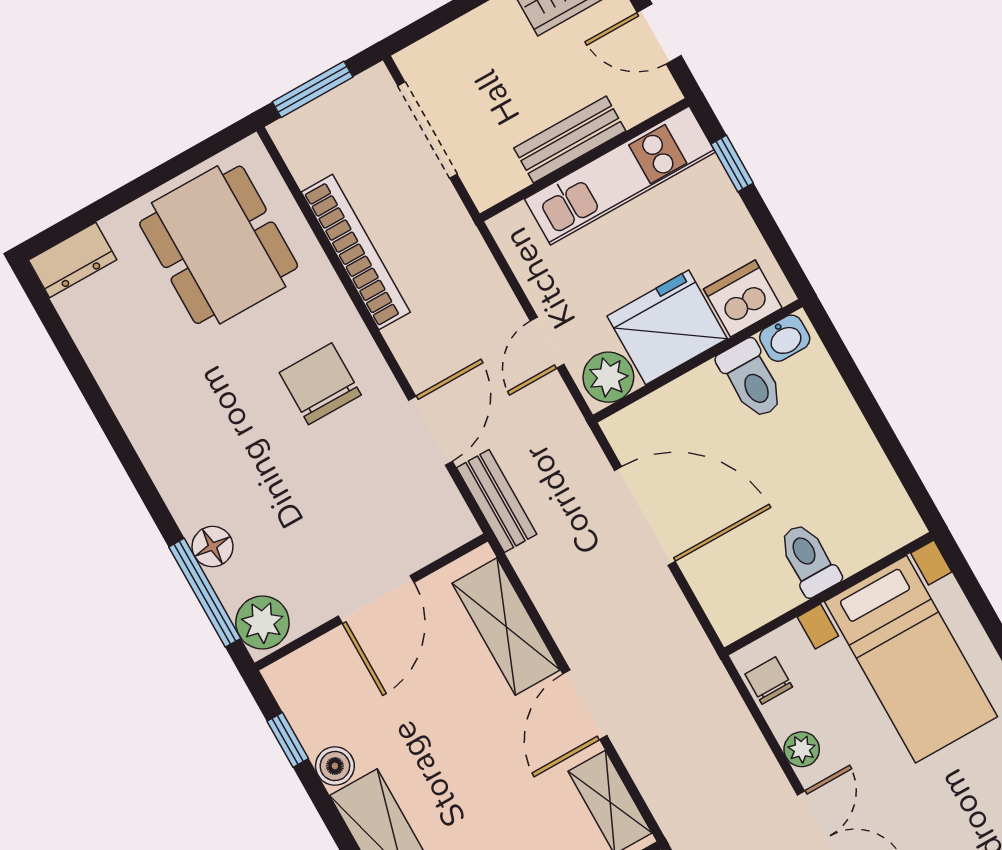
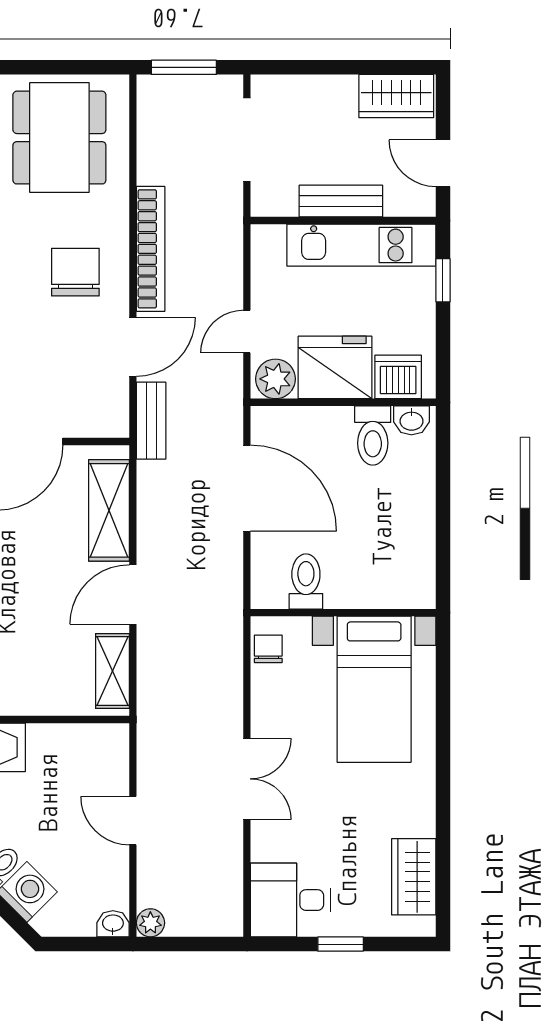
bookcase: (356, 252) -> (151, 249), moved
toilet: (809, 560) -> (306, 581), moved
plant: (802, 749) -> (264, 709), removed

